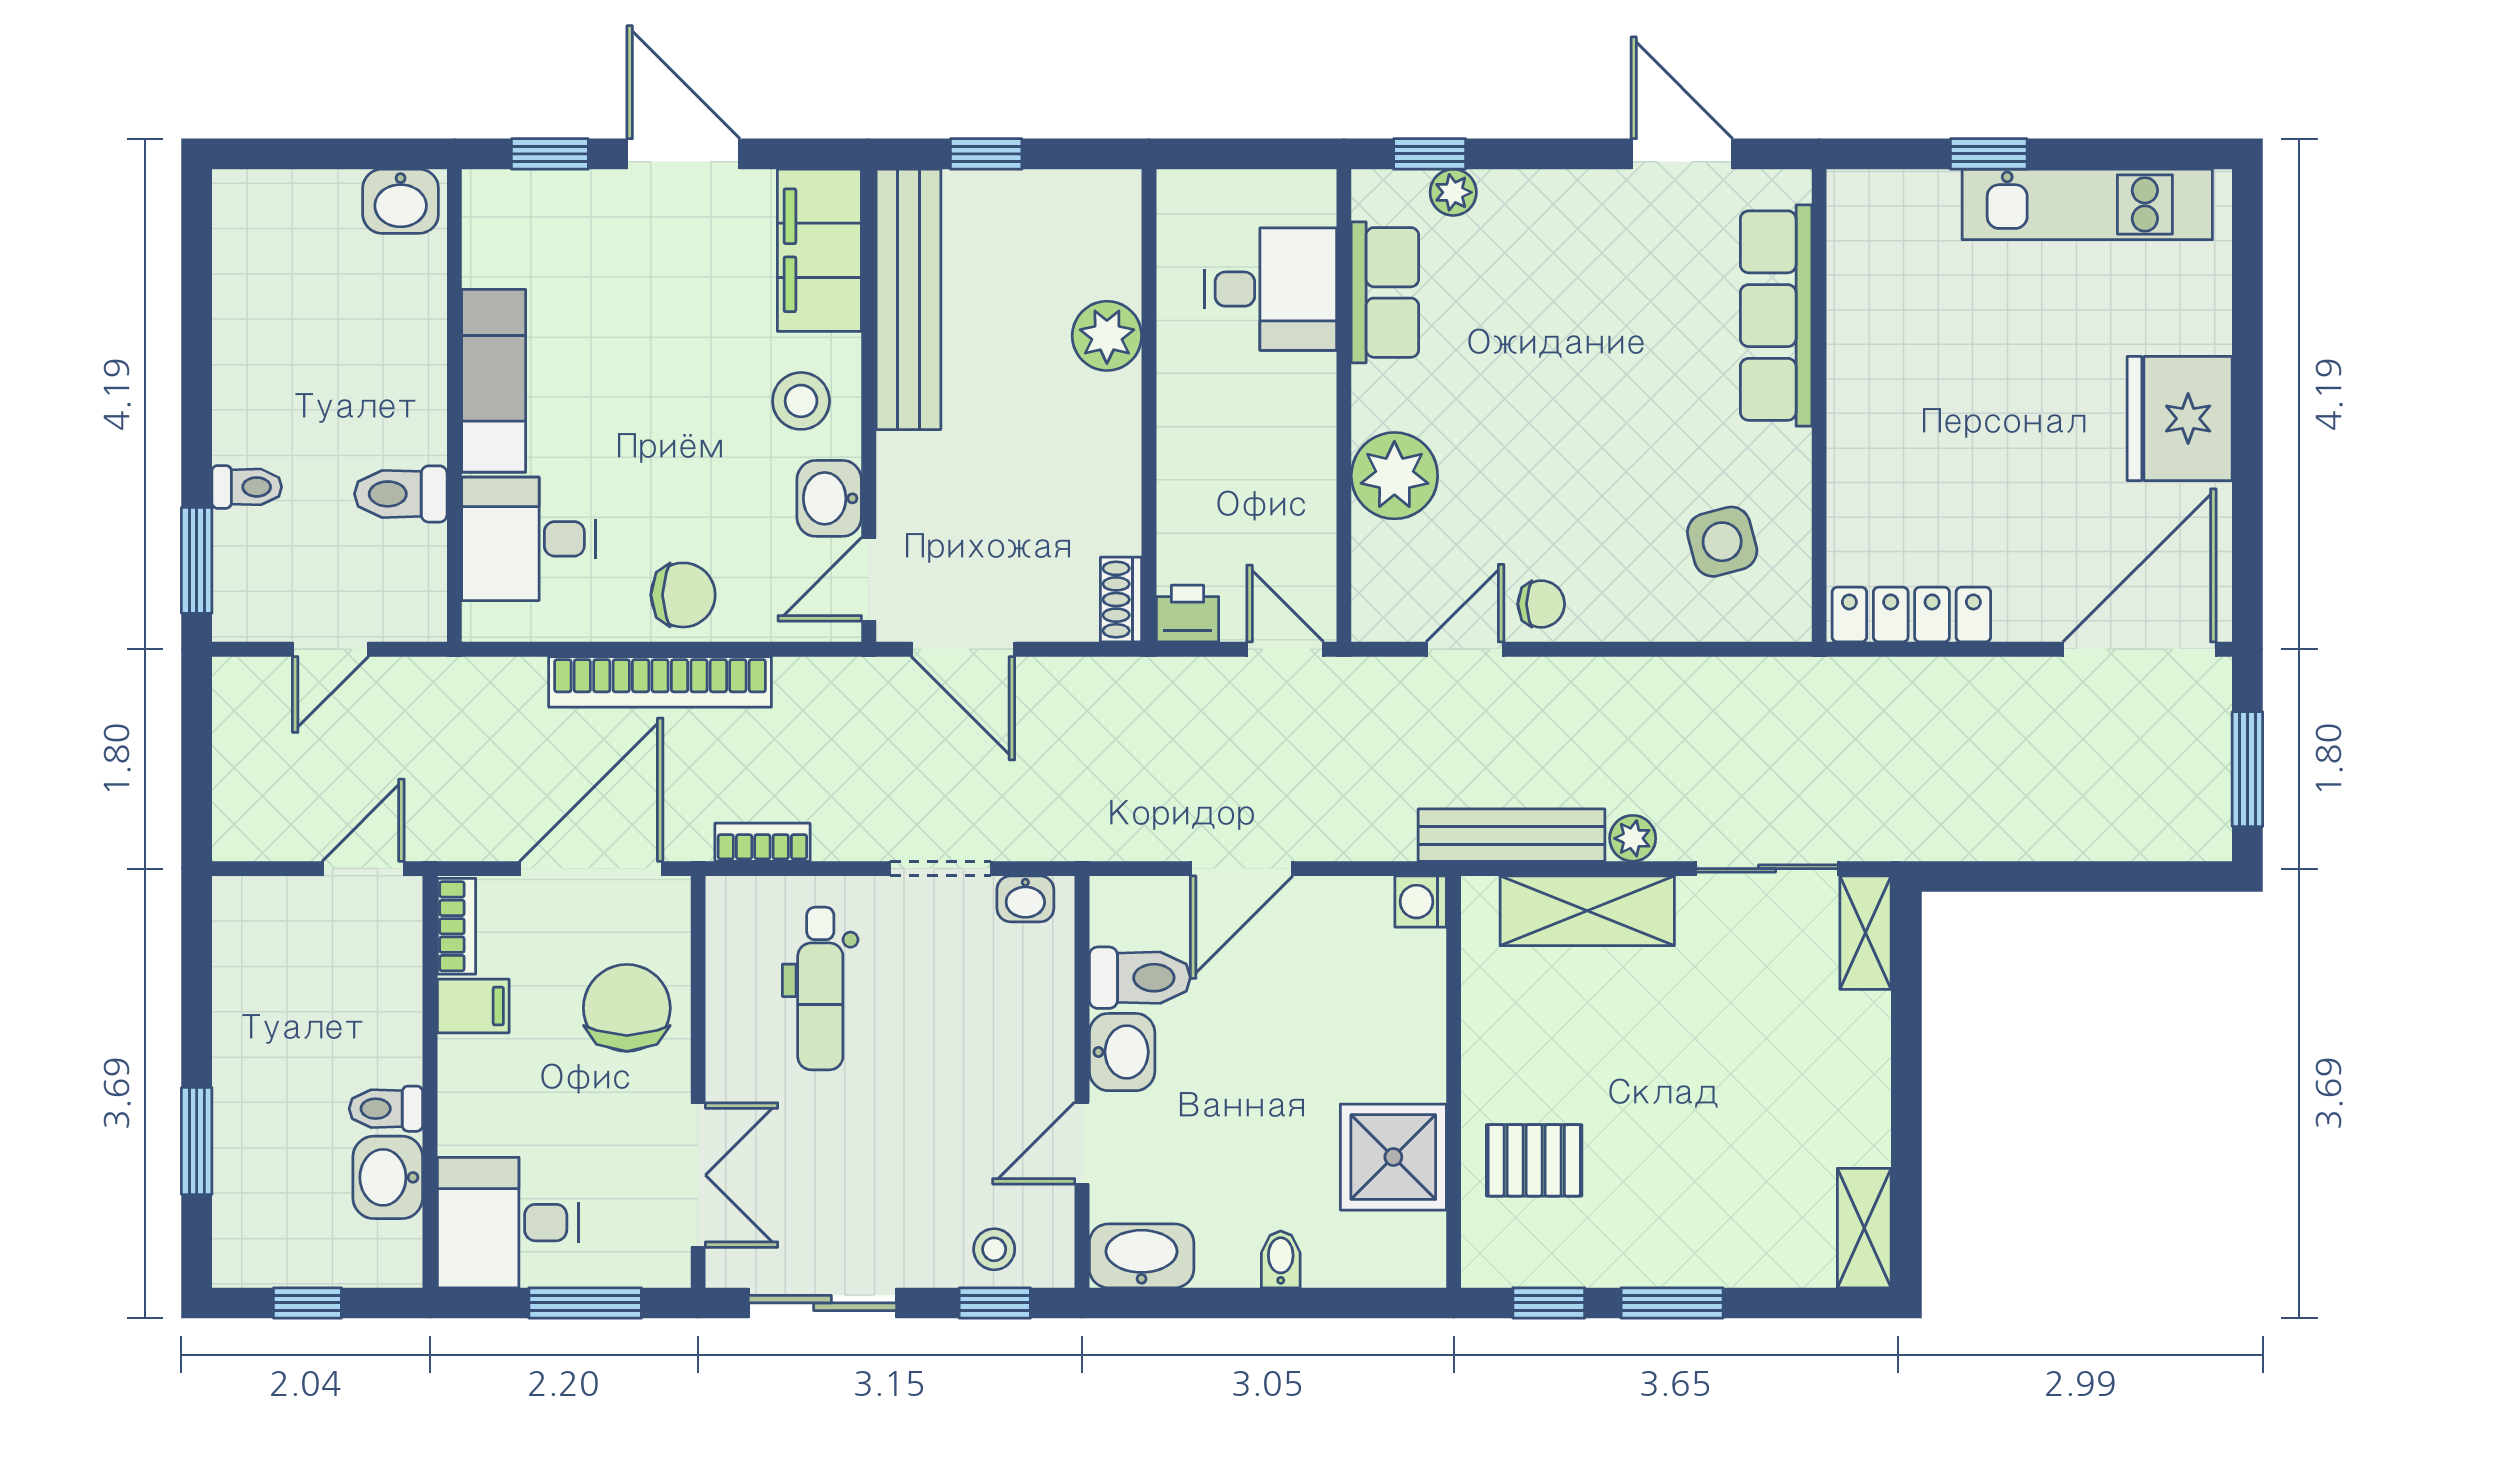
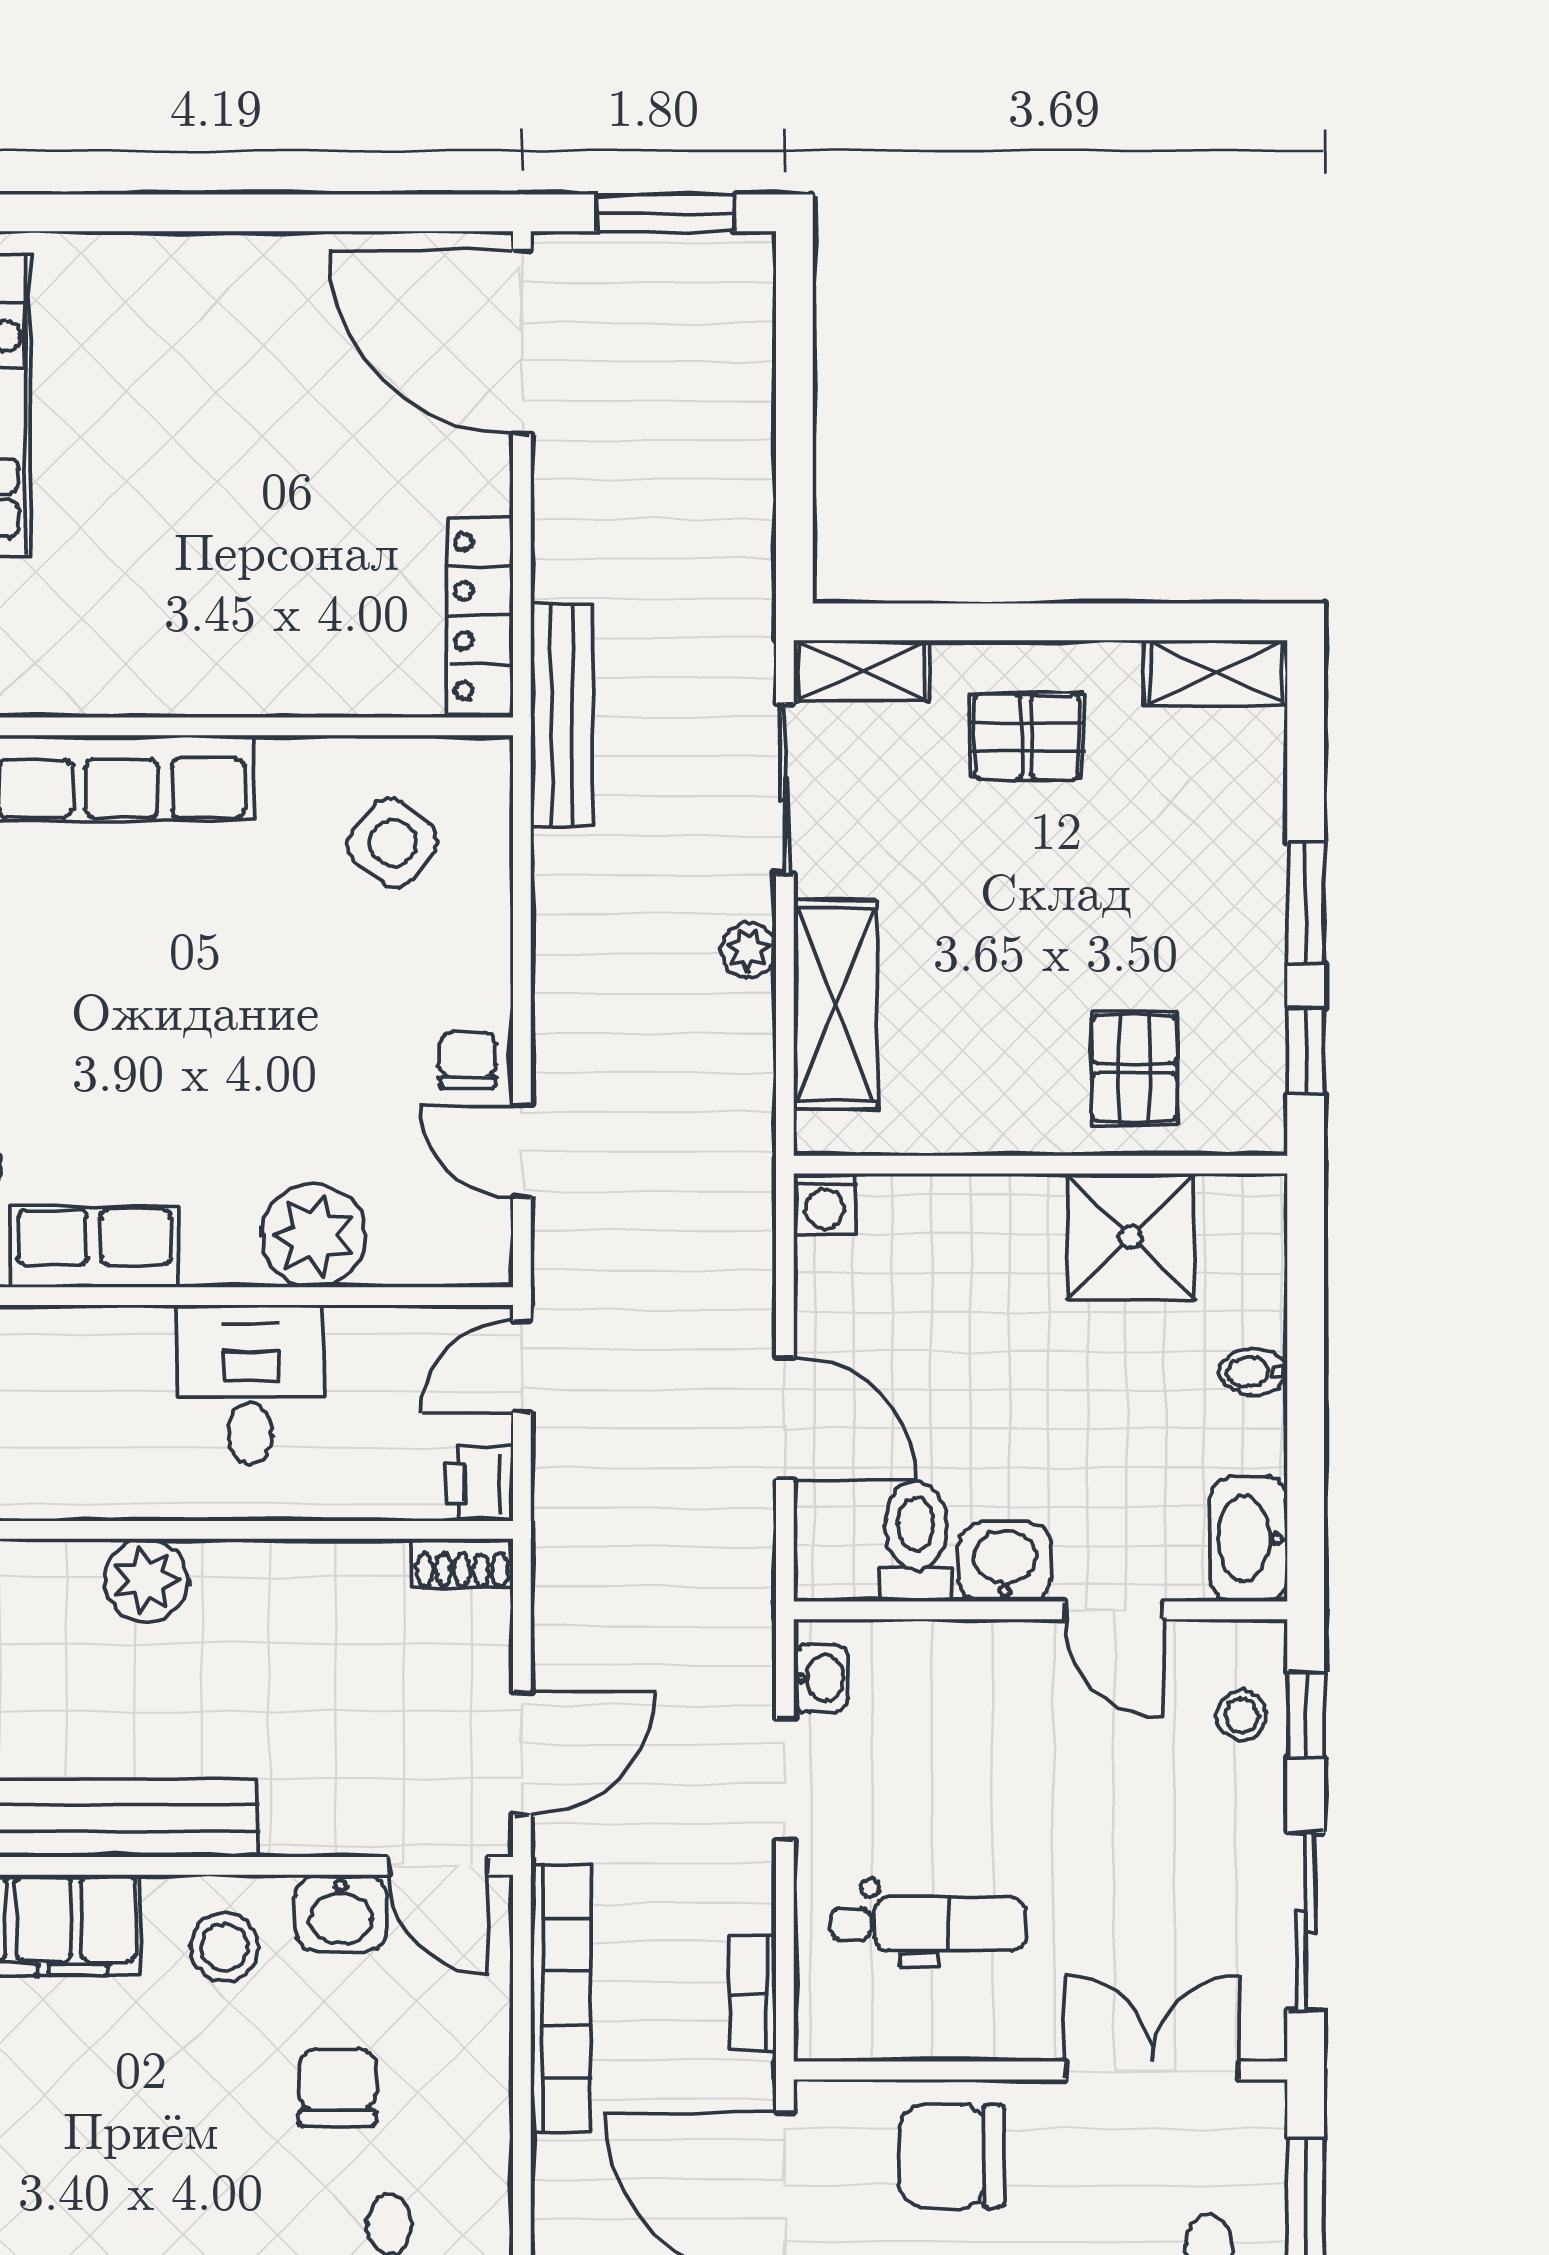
desk: (1271, 289) -> (250, 1384), moved
fridge: (2180, 419) -> (245, 294), removed
side table: (1722, 542) -> (393, 843), turned -37
chair: (683, 595) -> (338, 2087), moved
bookcase: (660, 682) -> (561, 1998), moved
bench: (1511, 835) -> (562, 715), moved
pallet: (1811, 1070) -> (1026, 737), added

